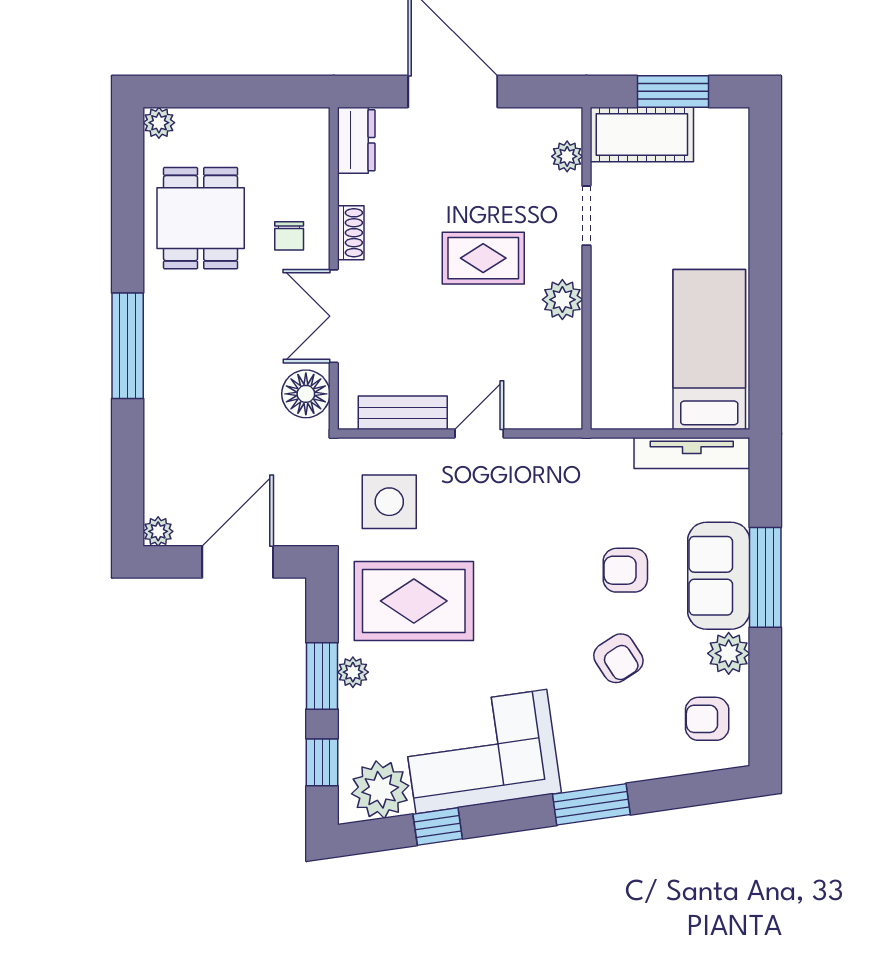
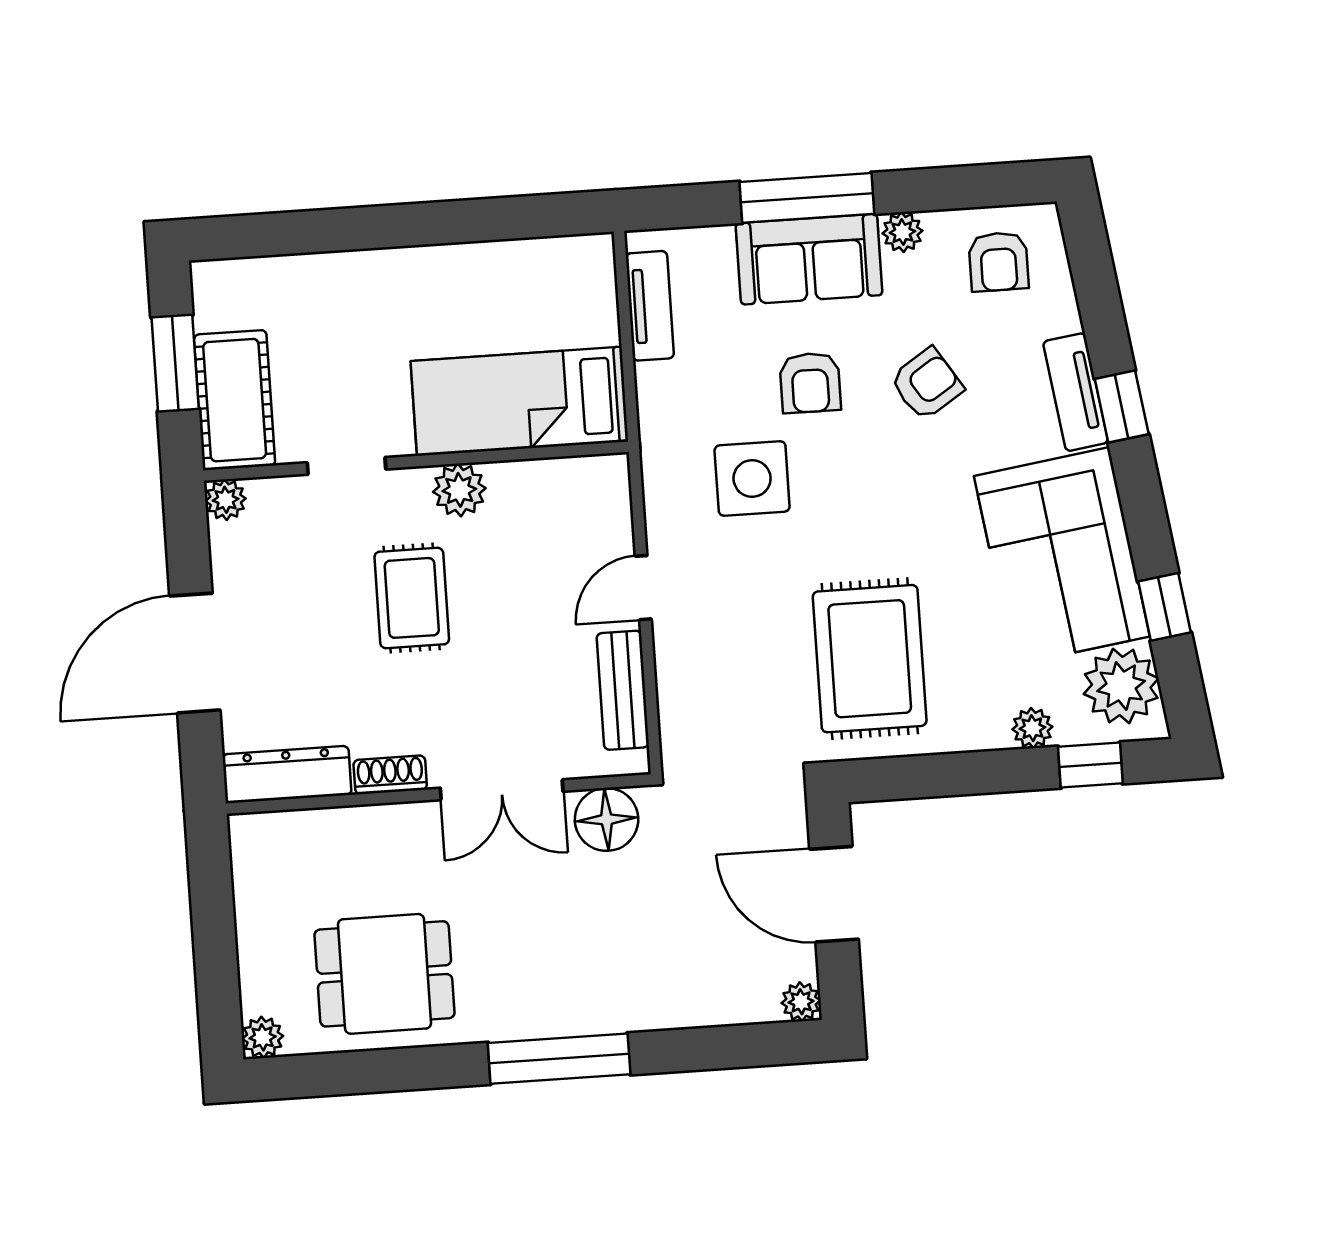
dresser: (356, 140) -> (287, 775), width x1.44
plant: (567, 156) -> (226, 500), moved
chair: (289, 236) -> (400, 856), removed
bed: (709, 350) -> (519, 401), moved
door: (479, 434) -> (643, 588), hinge flipped
tv unit: (692, 453) -> (650, 306), width x0.71
side table: (389, 502) -> (752, 479), moved
plant: (729, 653) -> (902, 232), width x0.73, depth x0.73
plant: (353, 672) -> (1032, 728), moved
window: (322, 676) -> (977, 773), removed
tv unit: (605, 770) -> (1076, 392), added
window: (591, 804) -> (1122, 406), width x0.67

